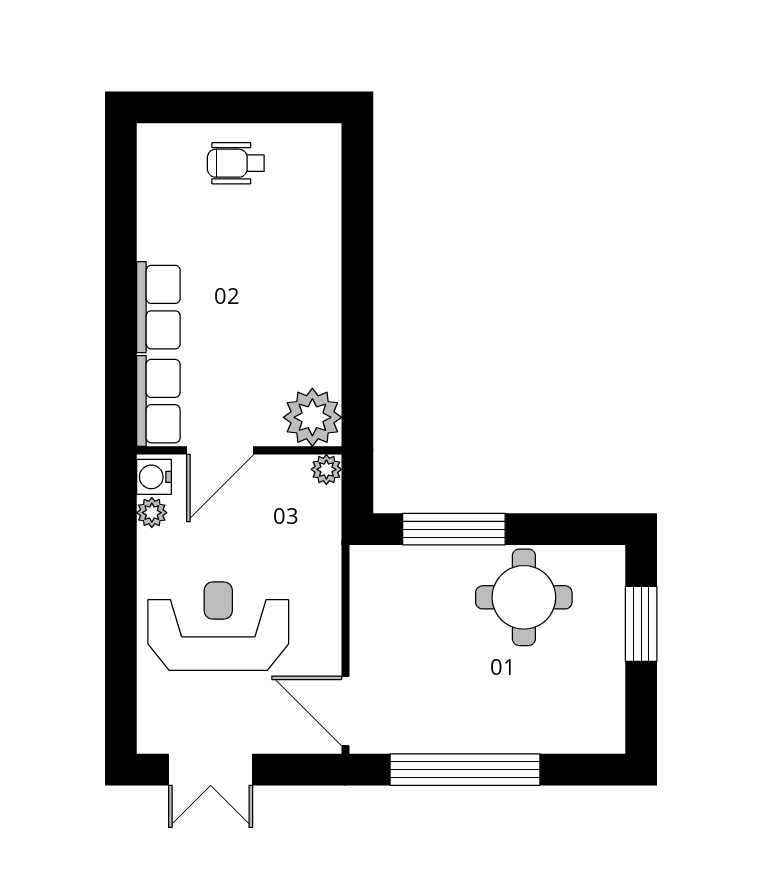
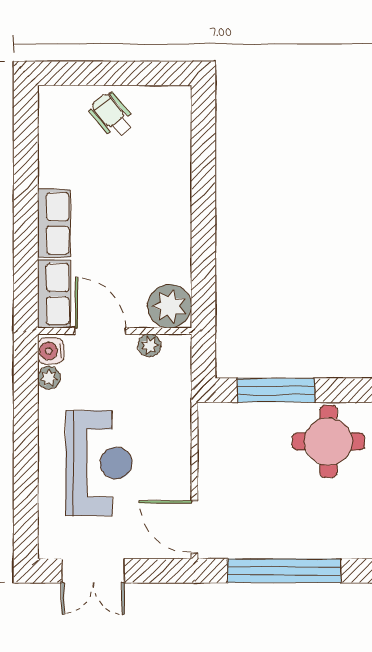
wheelchair: (236, 163) -> (112, 115), turned 50
door: (220, 450) -> (100, 331), swing flipped
plant: (326, 469) -> (149, 345), moved
reception desk: (218, 626) -> (99, 463), turned 90

